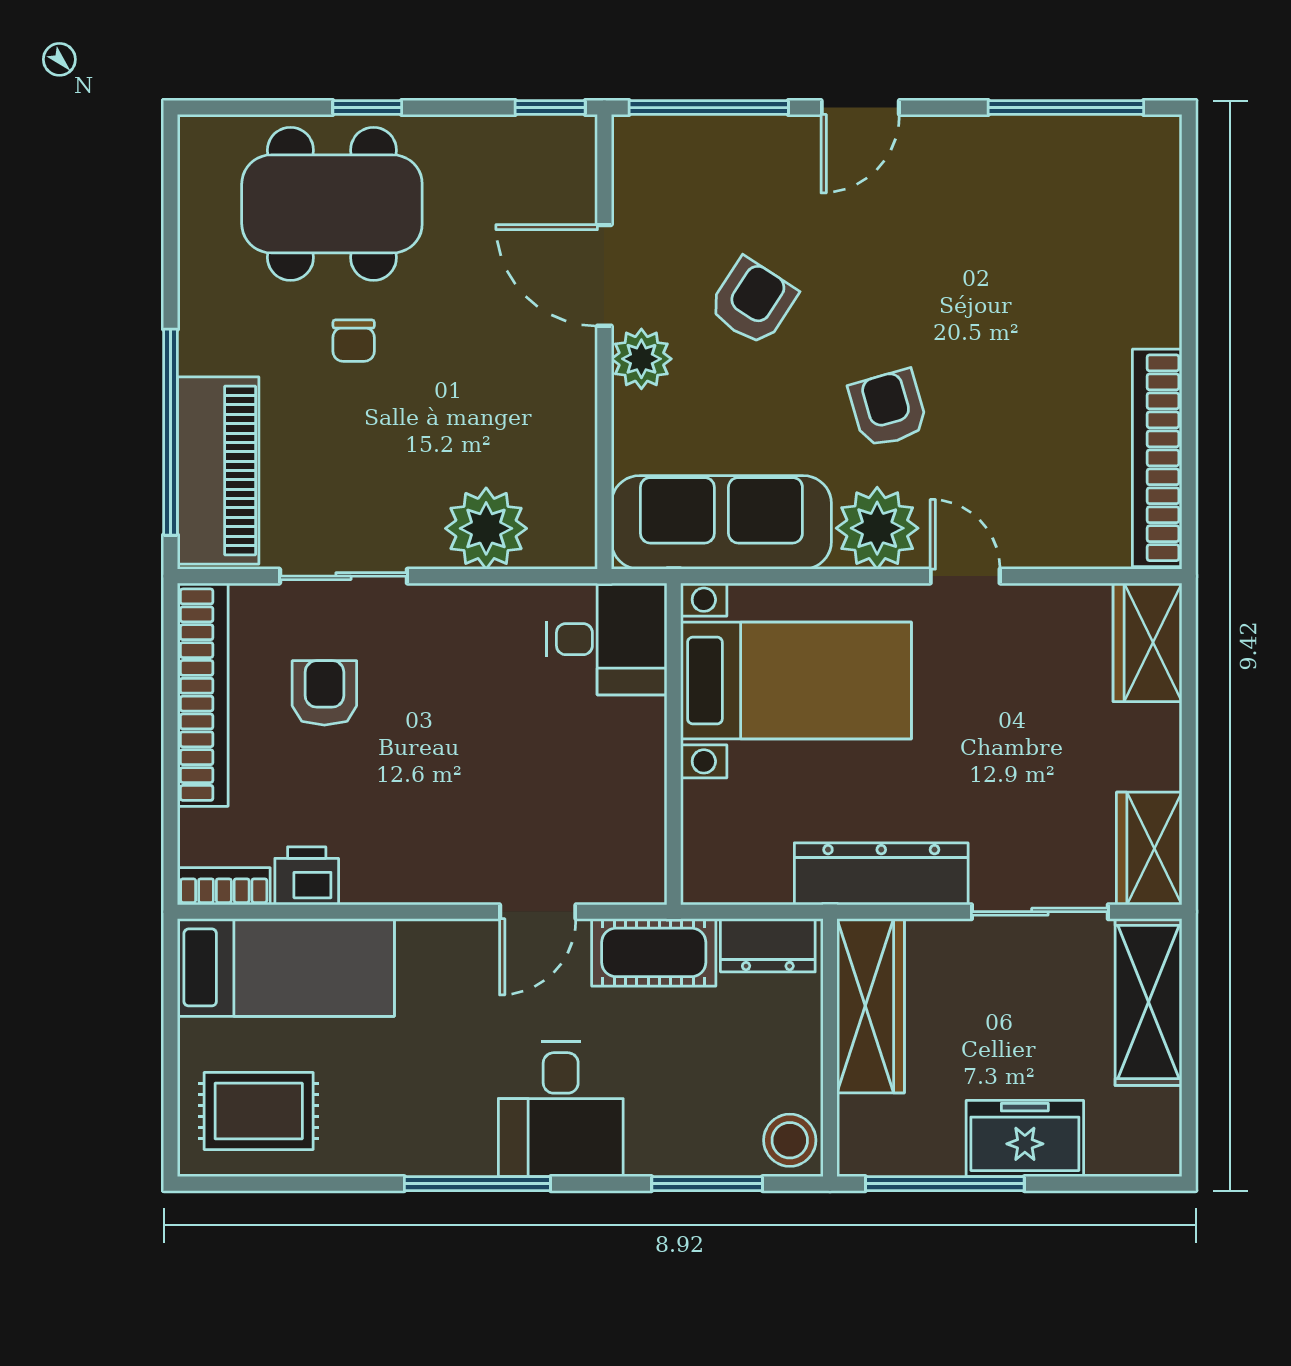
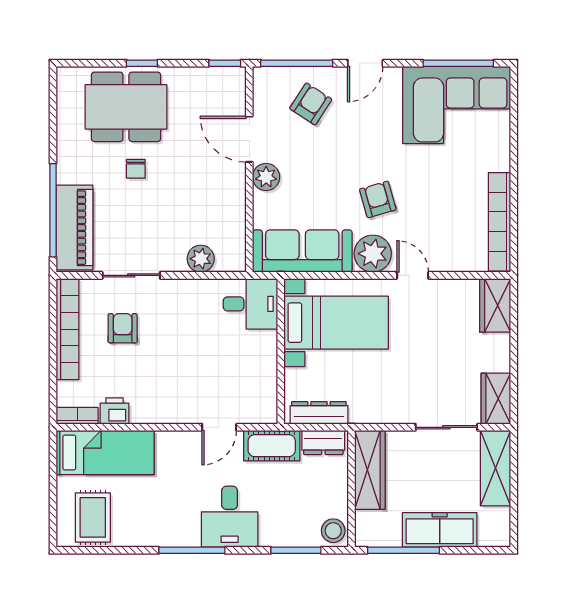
corner sofa: (1062, 200) -> (457, 105), added
armchair: (753, 302) -> (311, 104), moved
plant: (486, 528) -> (201, 259), width x0.73, depth x0.73
dresser: (881, 874) -> (319, 413), moved, width x0.73, depth x0.80
rug: (259, 1111) -> (93, 517), turned 90
freezer: (1025, 1138) -> (440, 530), width x1.40

